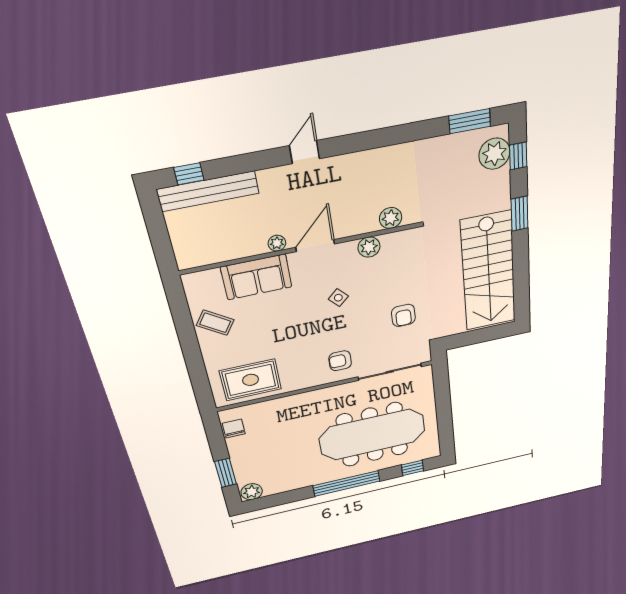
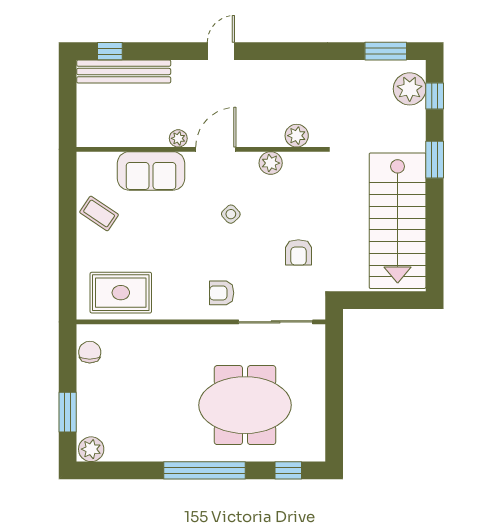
meeting table: (372, 435) -> (245, 405), width x0.73

